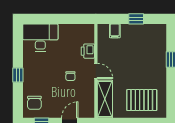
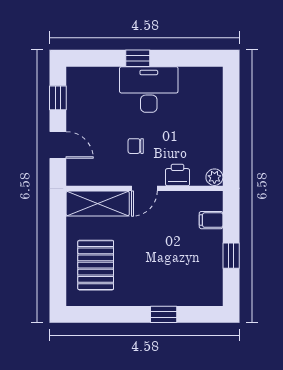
plant: (89, 29) -> (214, 177), added
desk: (40, 38) -> (149, 89), moved, turned -90
chair: (34, 103) -> (91, 86), removed

